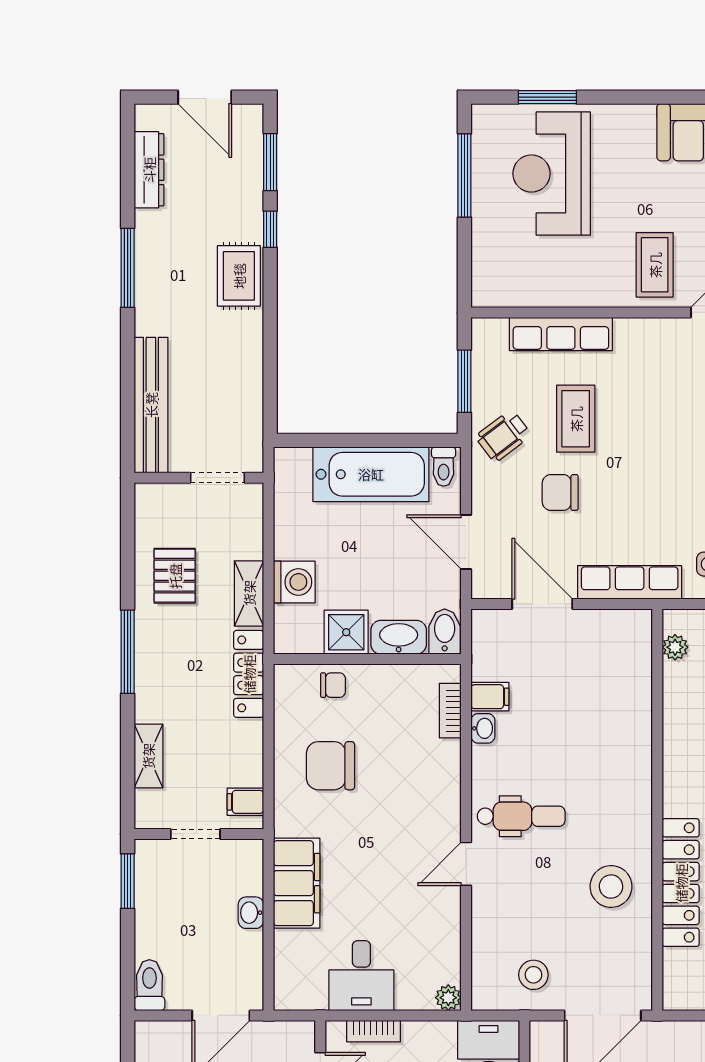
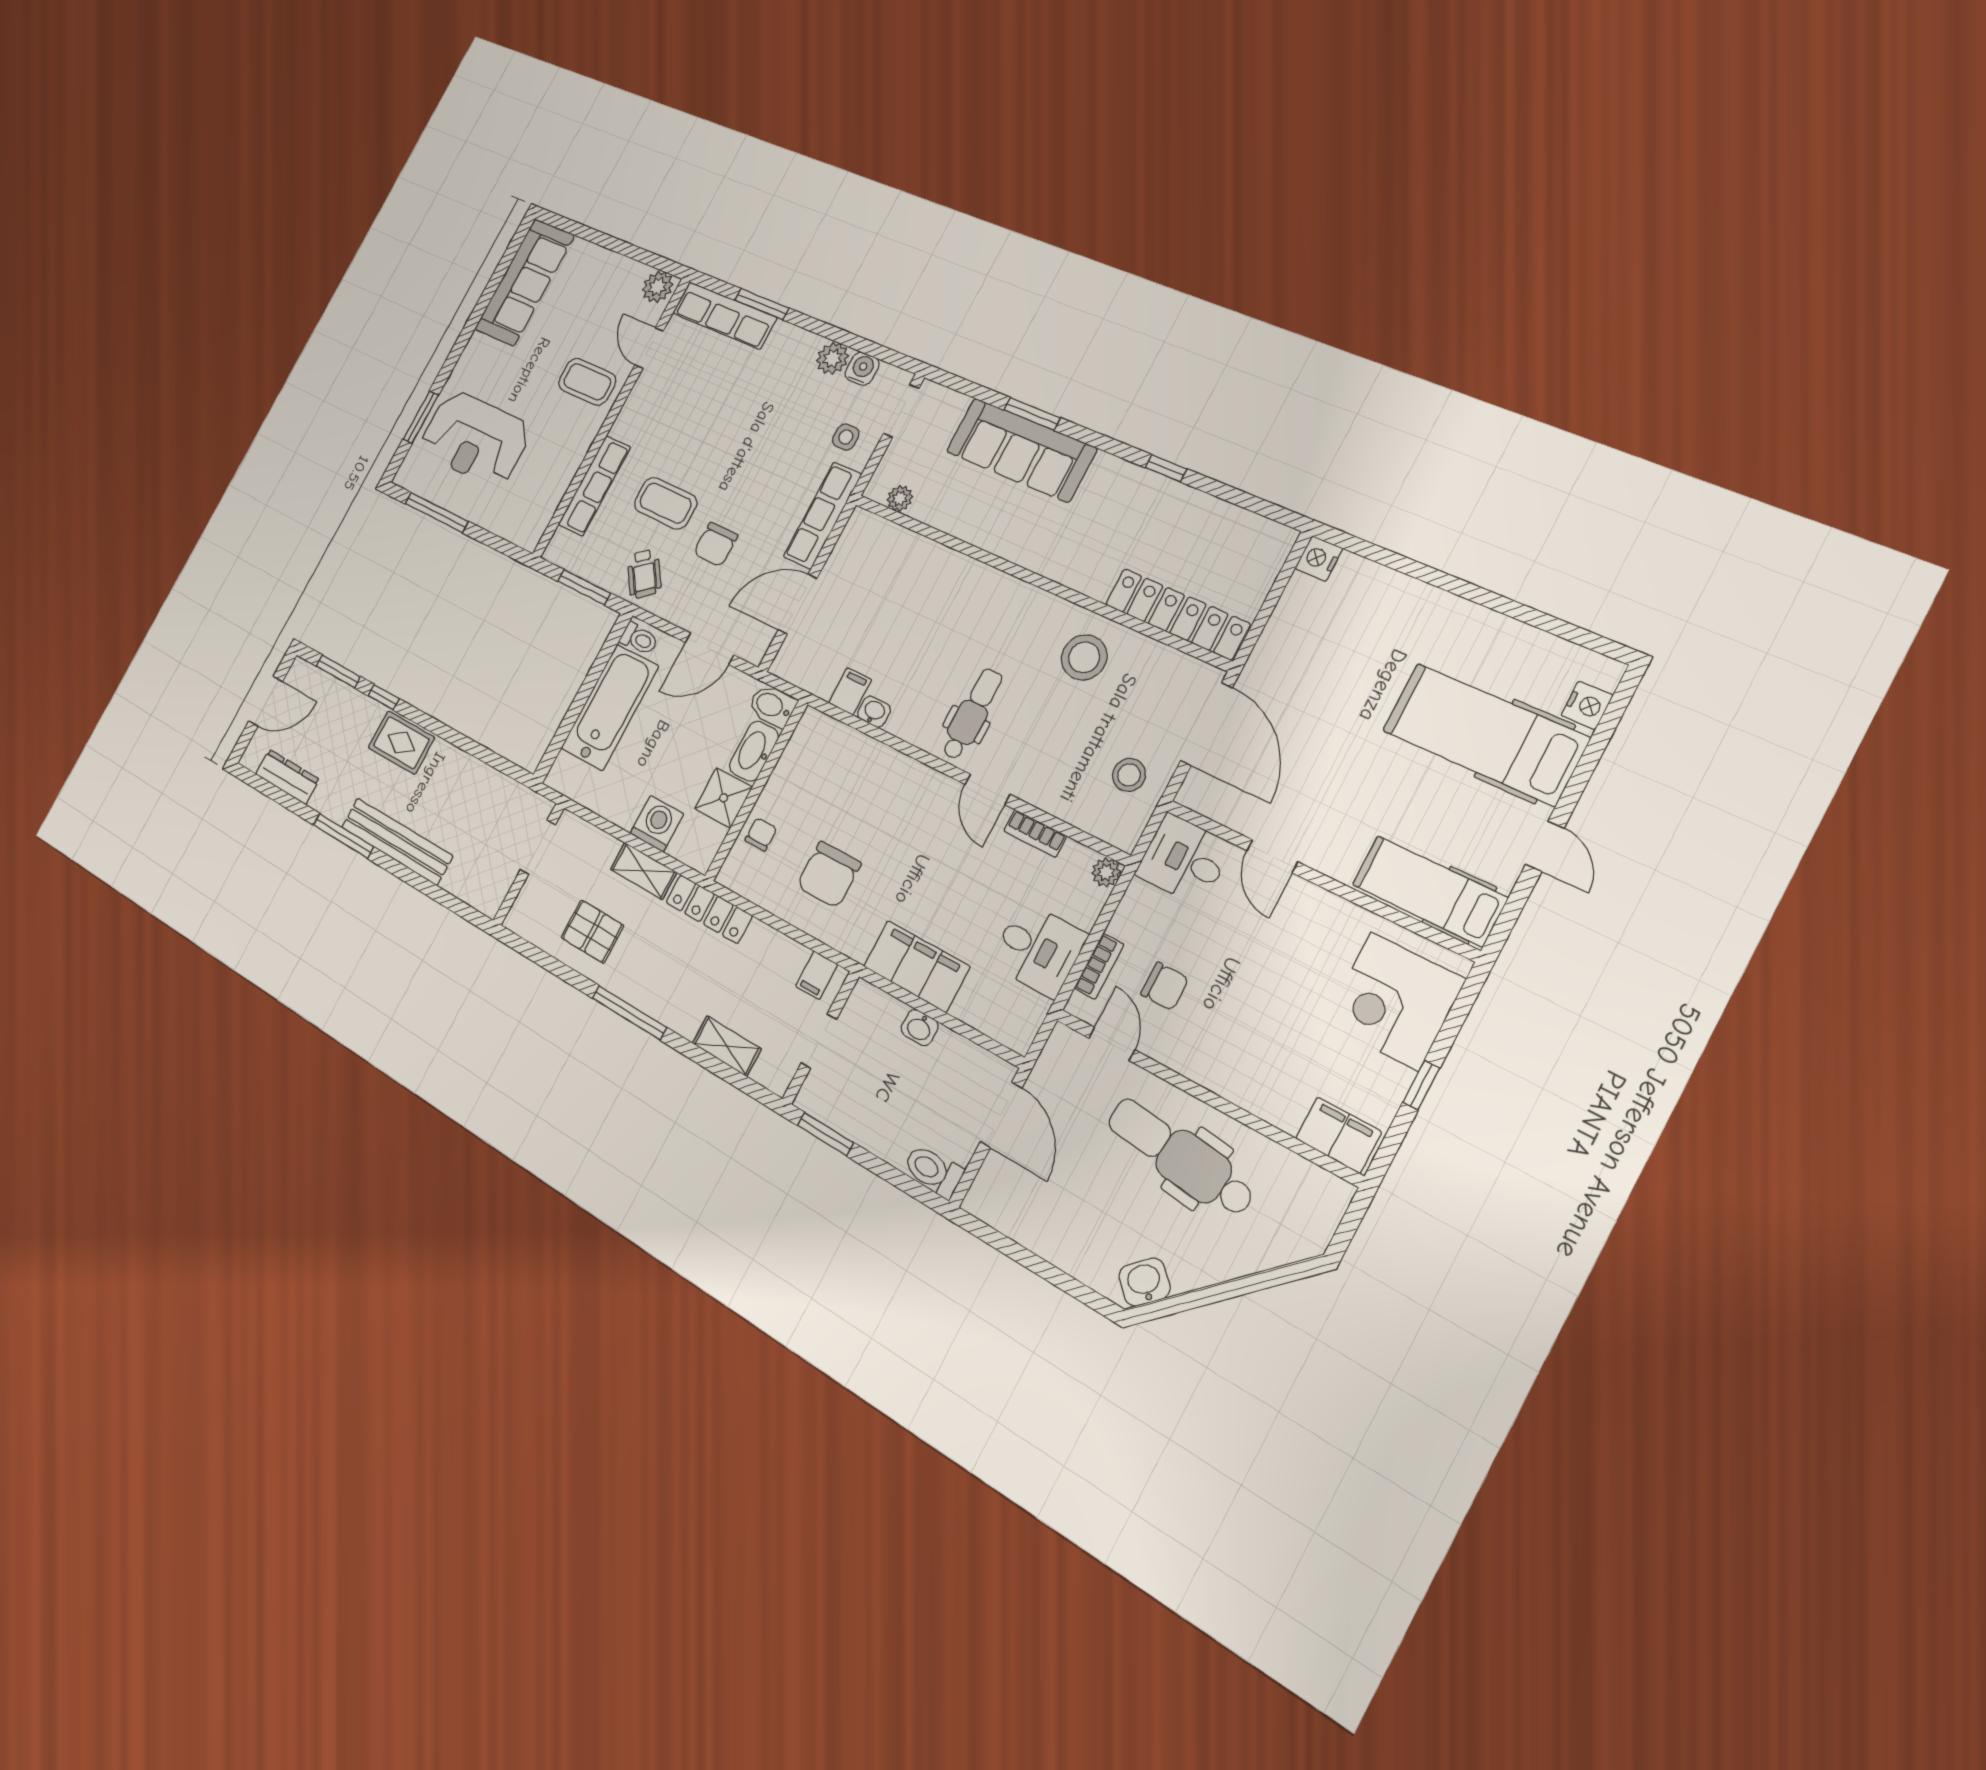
bench: (151, 405) -> (397, 841), moved
bookcase: (450, 711) -> (1035, 833), moved
locker: (681, 883) -> (1177, 614), moved

